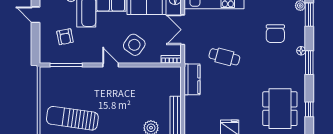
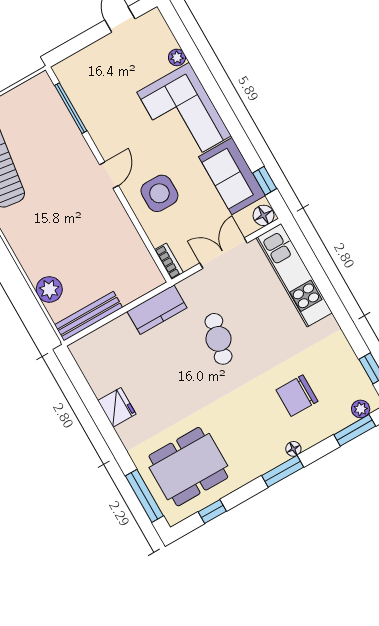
armchair: (65, 37) -> (112, 82), removed
side table: (134, 45) -> (159, 193), turned -36

